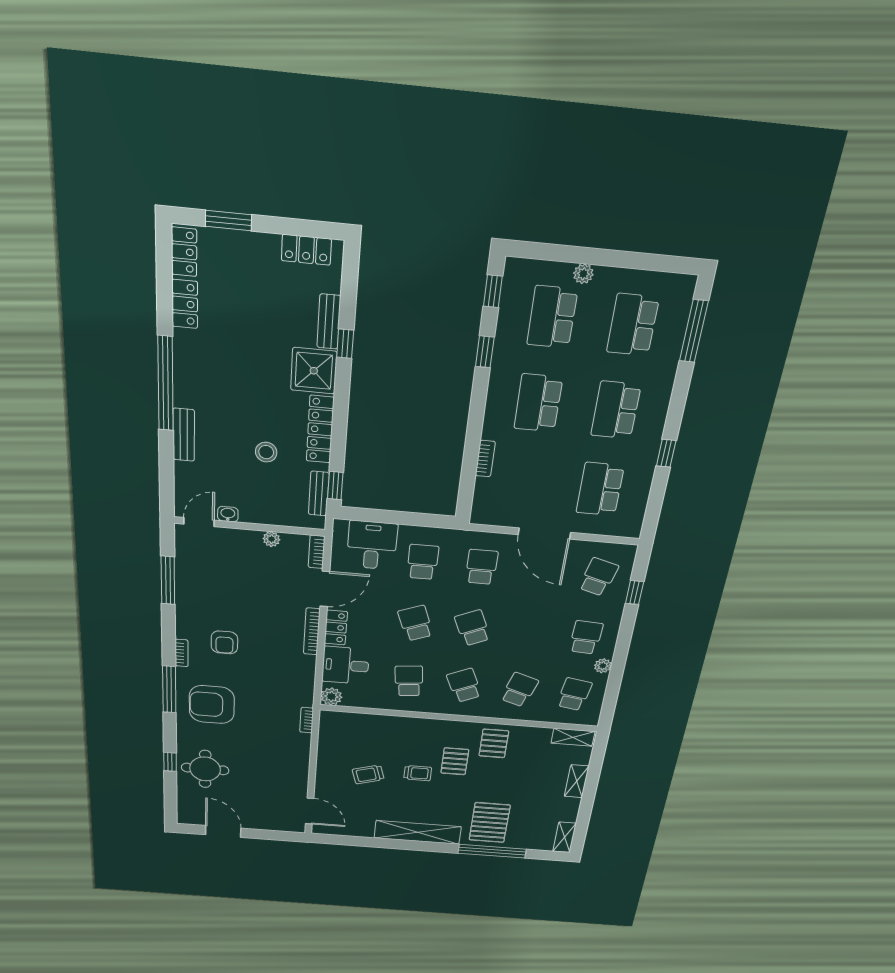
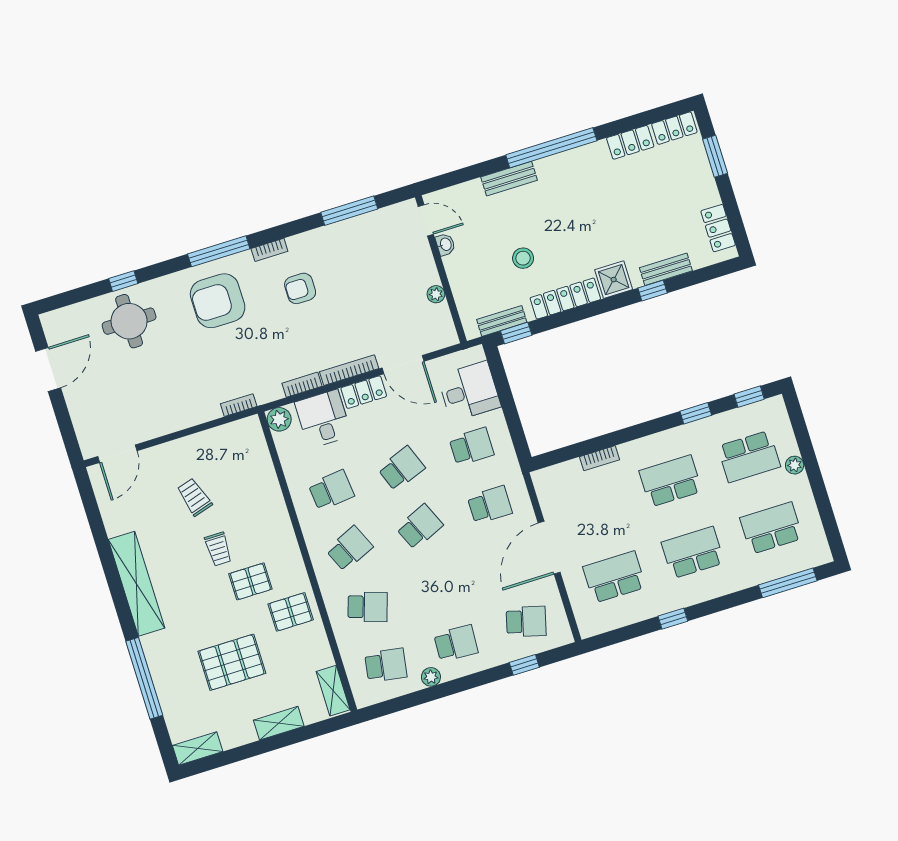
school desk: (552, 317) -> (749, 457), turned 180
shower: (314, 371) -> (614, 280), width x0.73, depth x0.73
bookcase: (317, 552) -> (302, 385), moved
armchair: (212, 705) -> (218, 301), turned -90
pallet: (490, 823) -> (232, 662), moved

